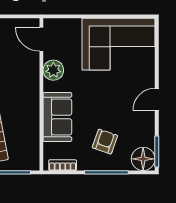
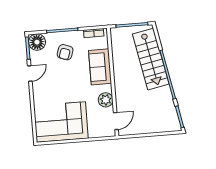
door: (41, 39) -> (116, 121), hinge flipped
door: (157, 99) -> (30, 73), moved

